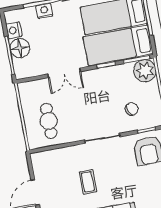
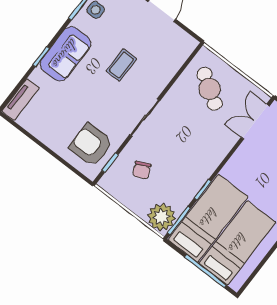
double door: (64, 73) -> (255, 122), moved
cafe table: (49, 121) -> (210, 89), turned 33
coffee table: (88, 182) -> (121, 65), turned 90

